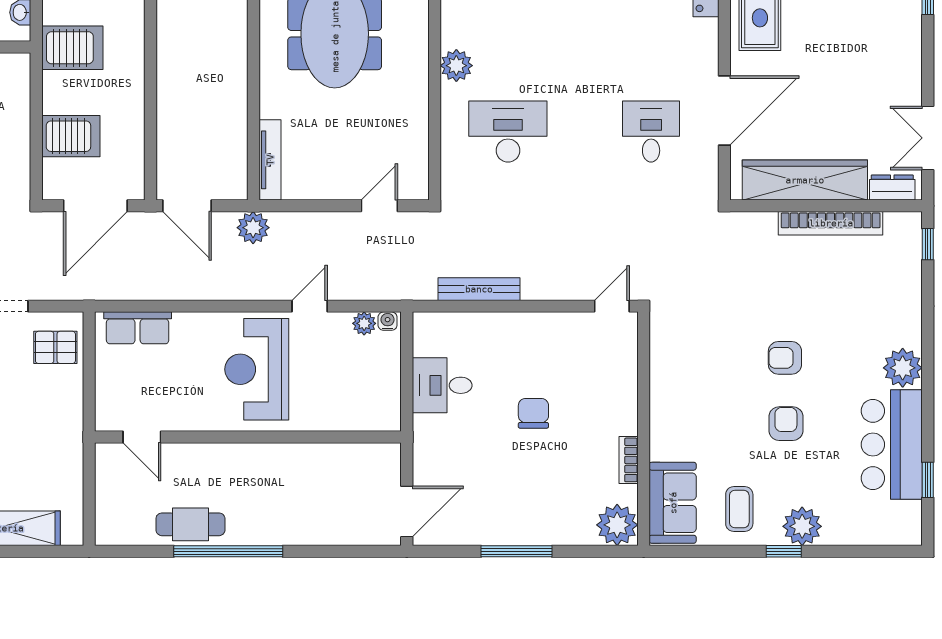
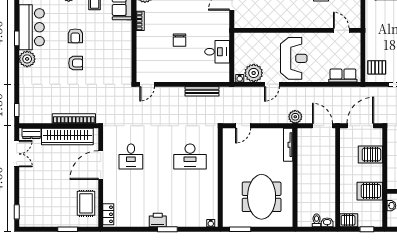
plant: (456, 66) -> (211, 184), removed
bookcase: (831, 223) -> (74, 119), moved
plant: (364, 323) -> (254, 73), width x1.88, depth x1.88
window: (928, 480) -> (17, 38), moved

